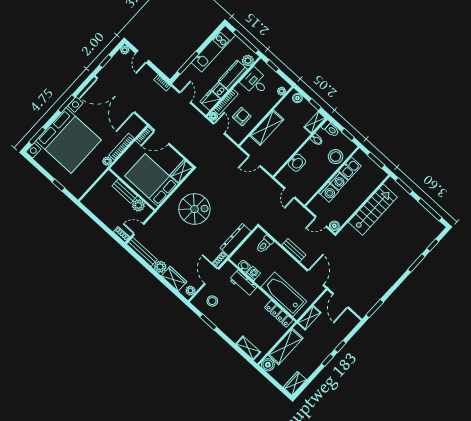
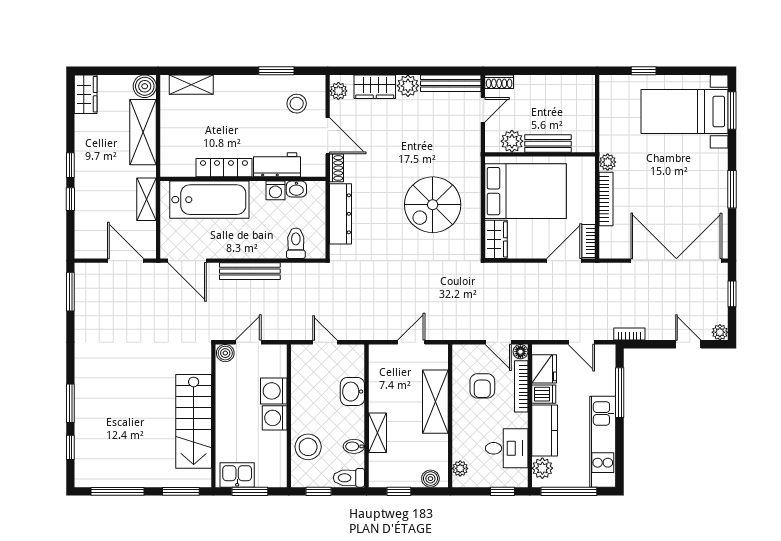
shelving: (315, 122) -> (377, 433), moved
bed with nightstands: (69, 140) -> (684, 111), width x0.54
kitchen sink: (350, 168) -> (237, 475), moved, turned 90
bench: (294, 250) -> (250, 271), width x1.36
locker: (279, 314) -> (224, 168), moved

